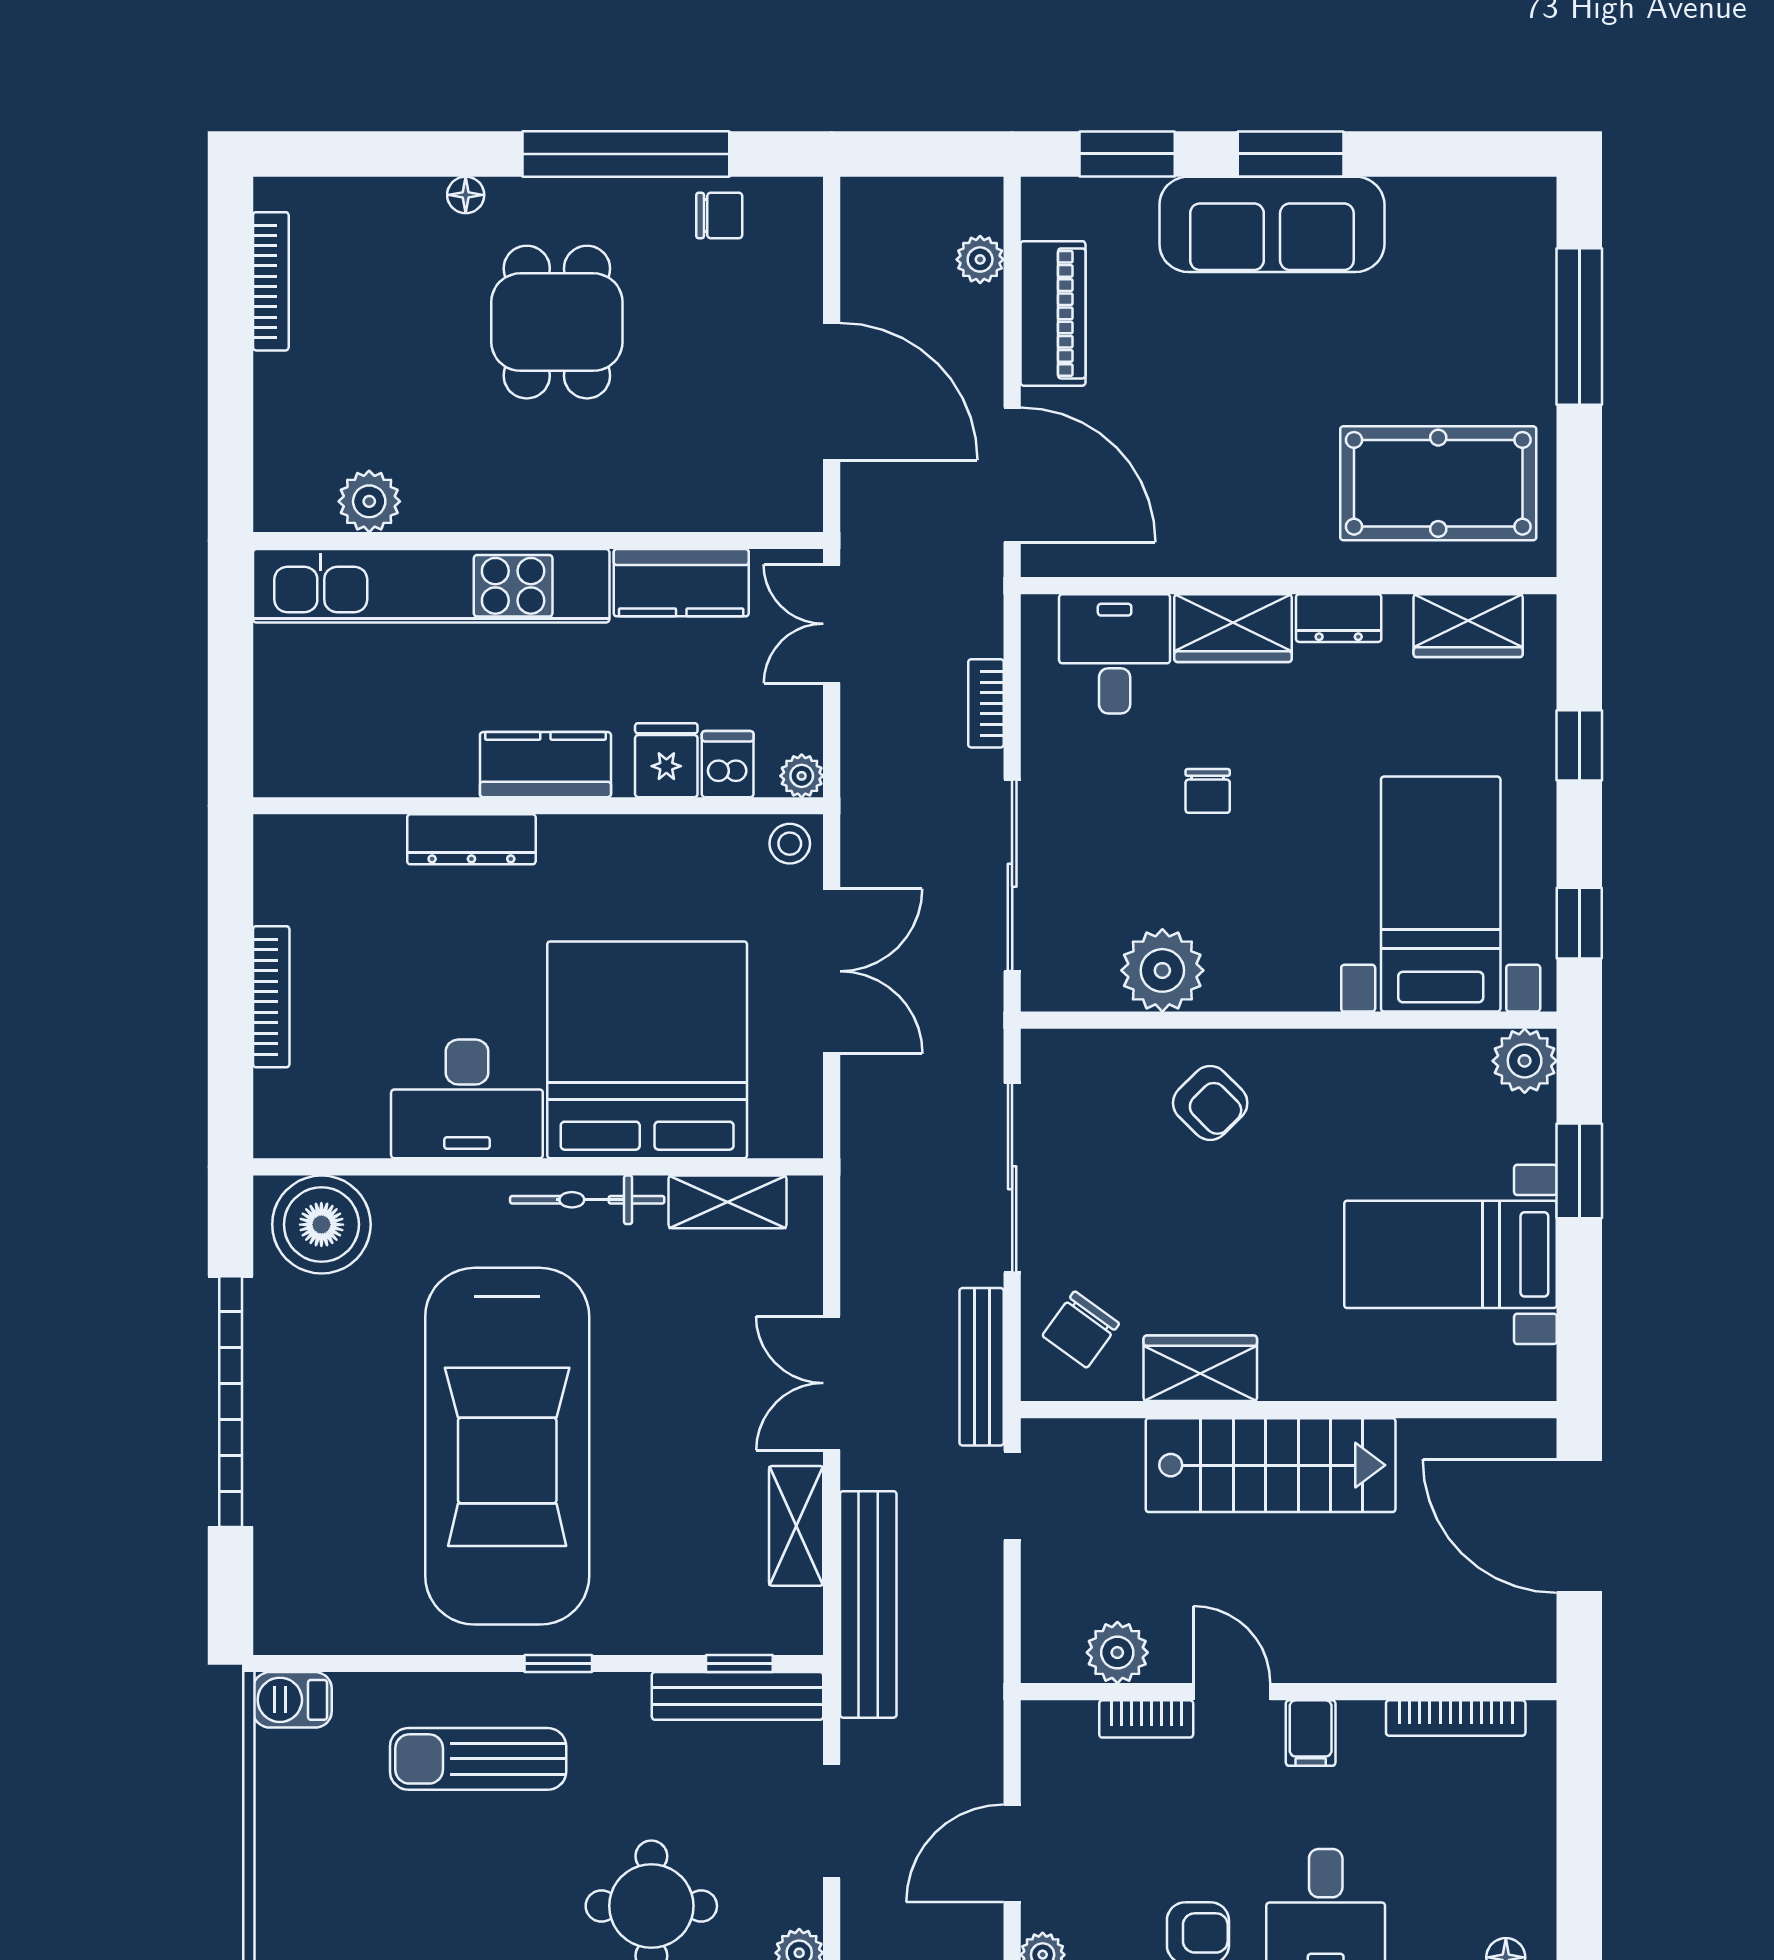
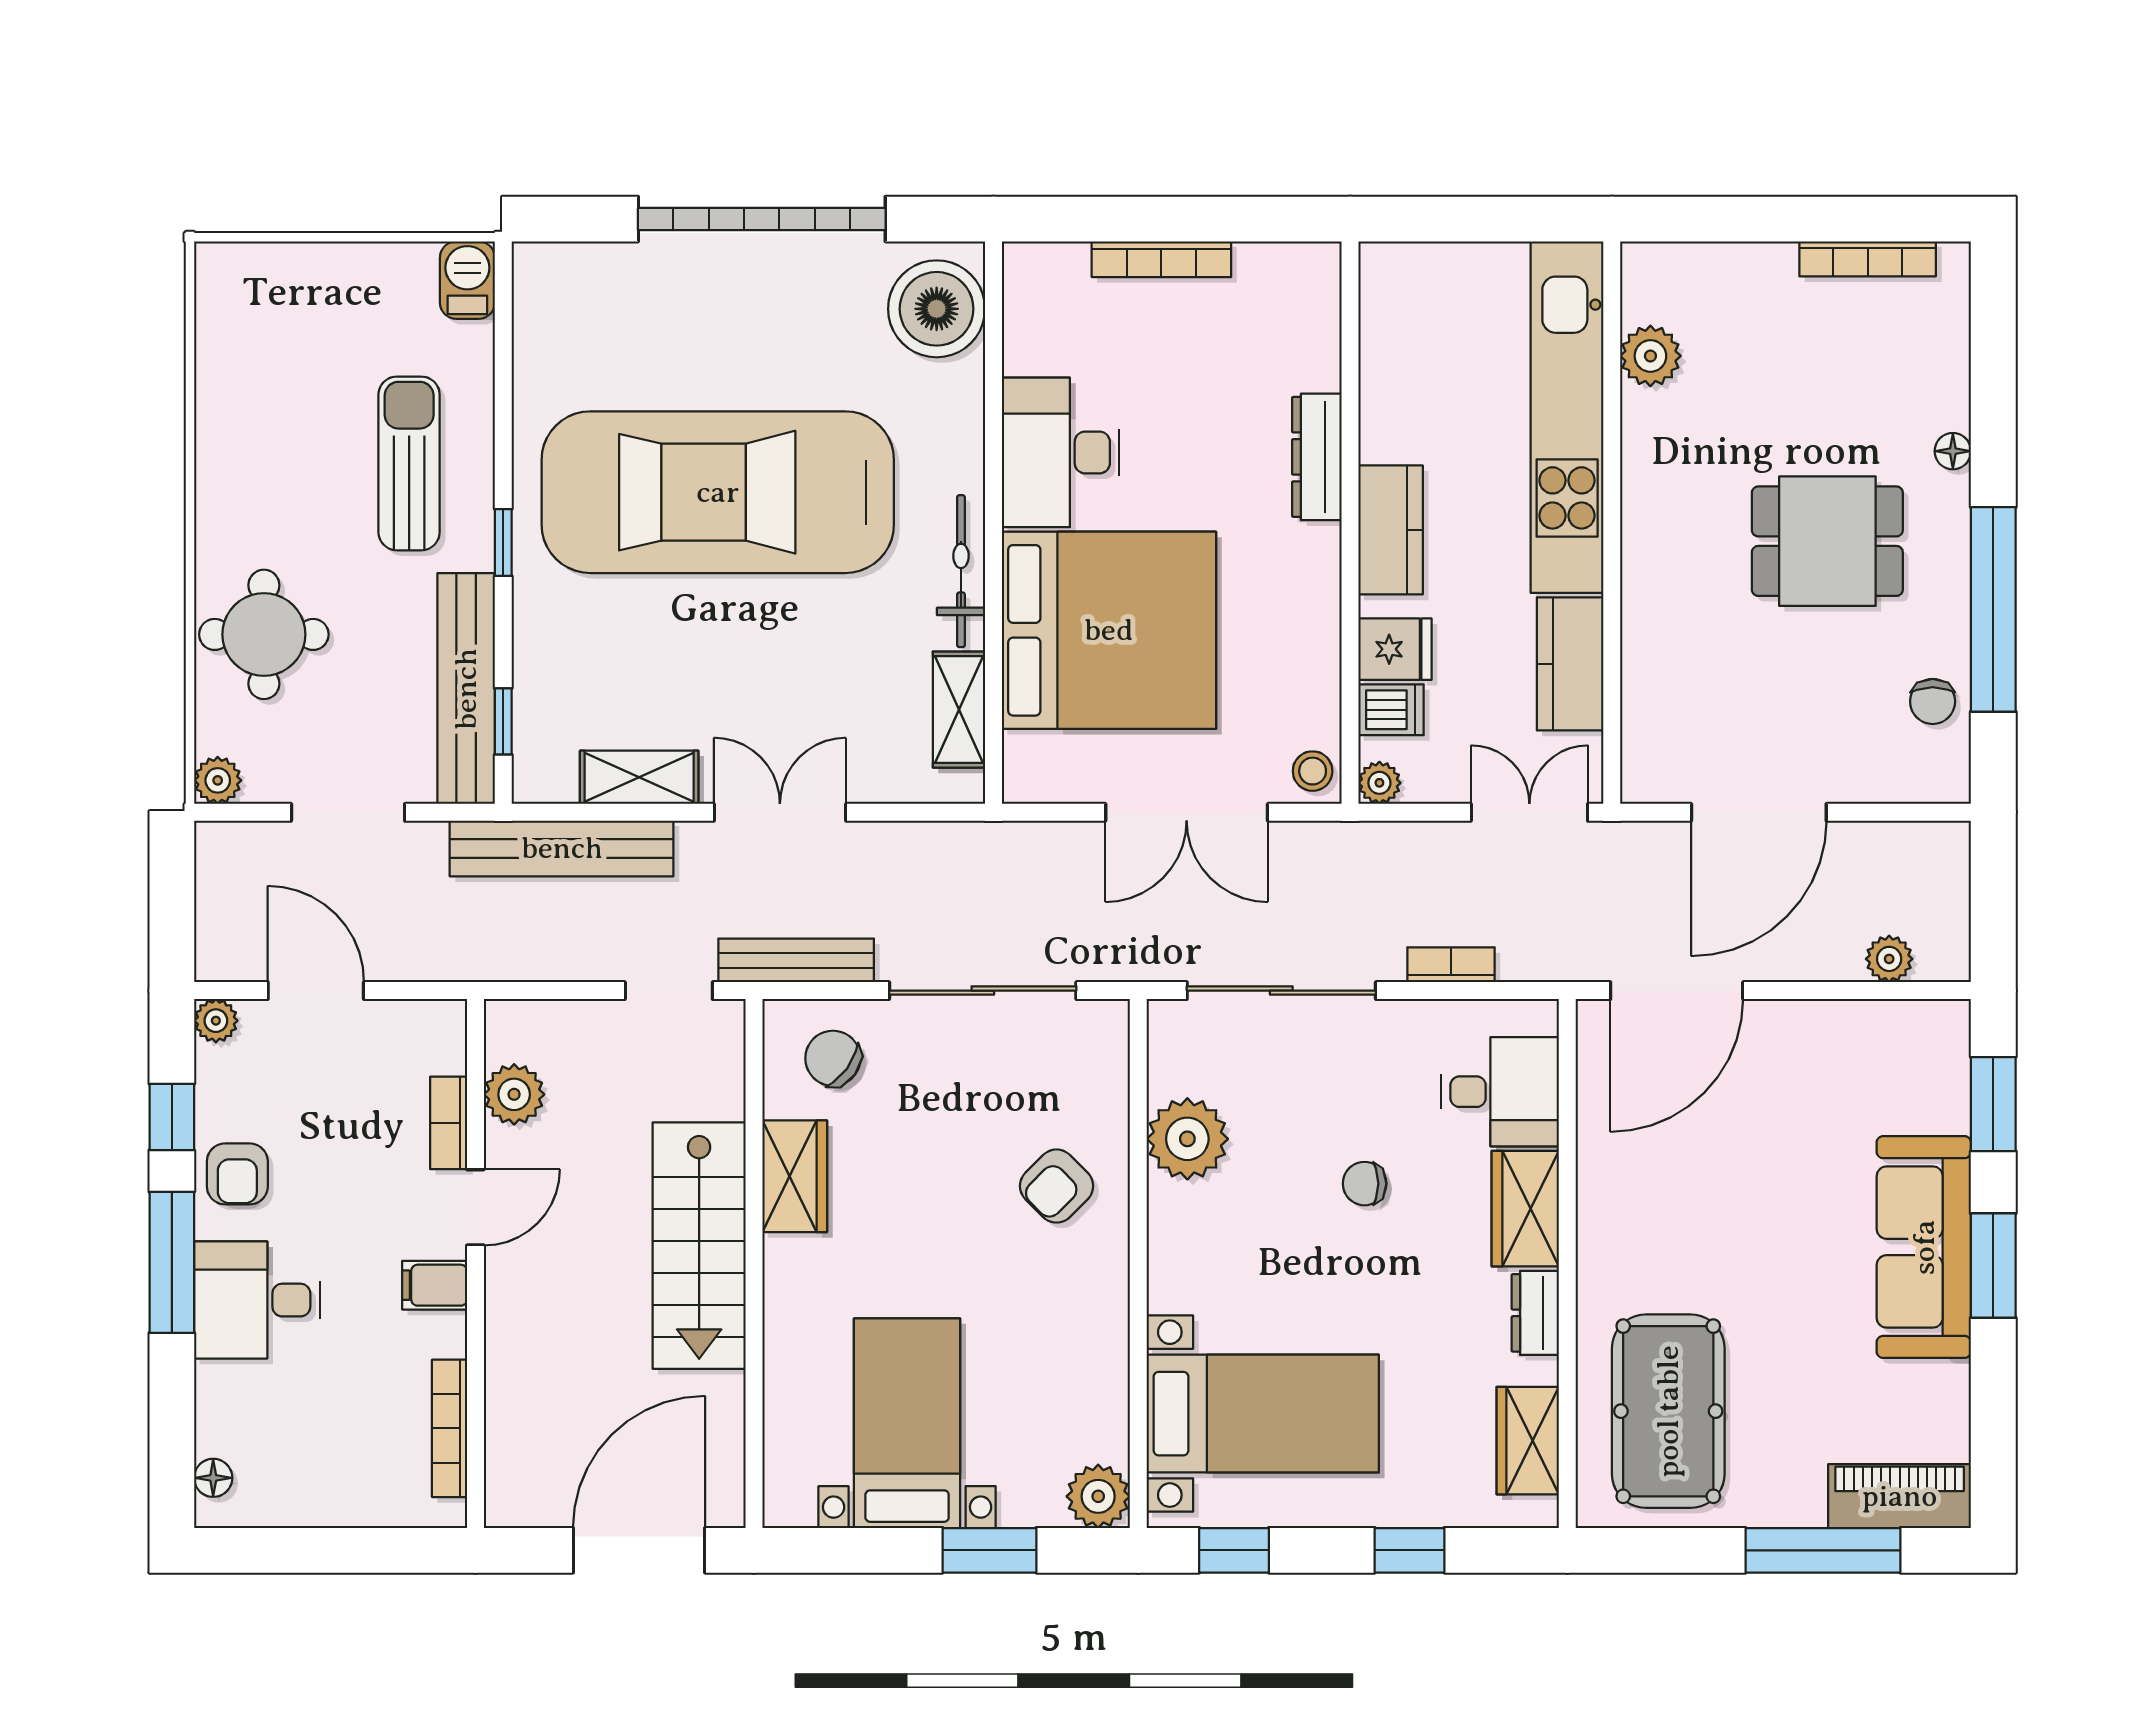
piano: (1053, 313) -> (1900, 1496), moved, turned 180
bench: (737, 1696) -> (466, 689), width x1.37, depth x1.21

